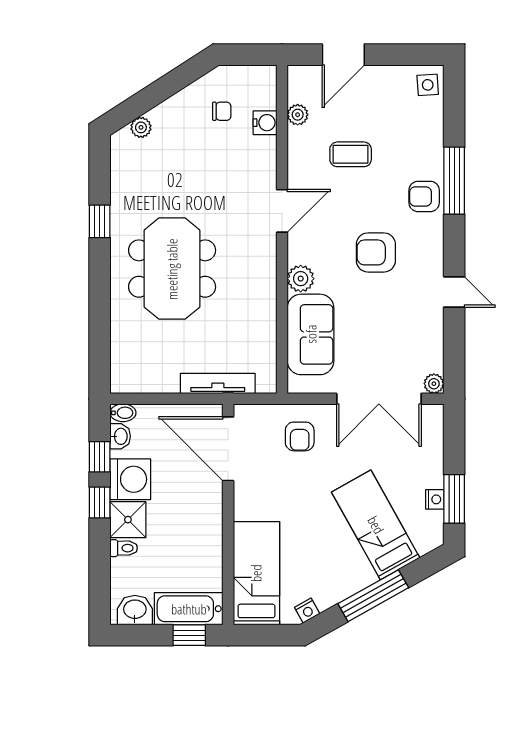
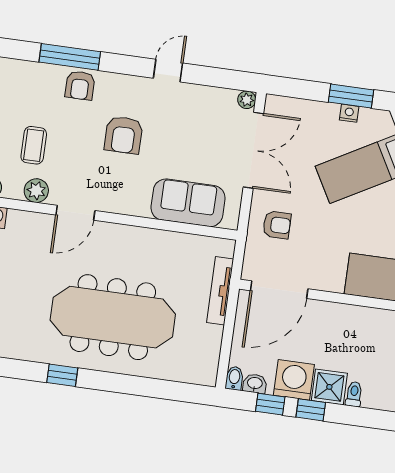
door: (282, 211) -> (75, 213), swing flipped
meeting table: (172, 269) -> (113, 317), width x1.36
plant: (301, 279) -> (36, 191), moved

